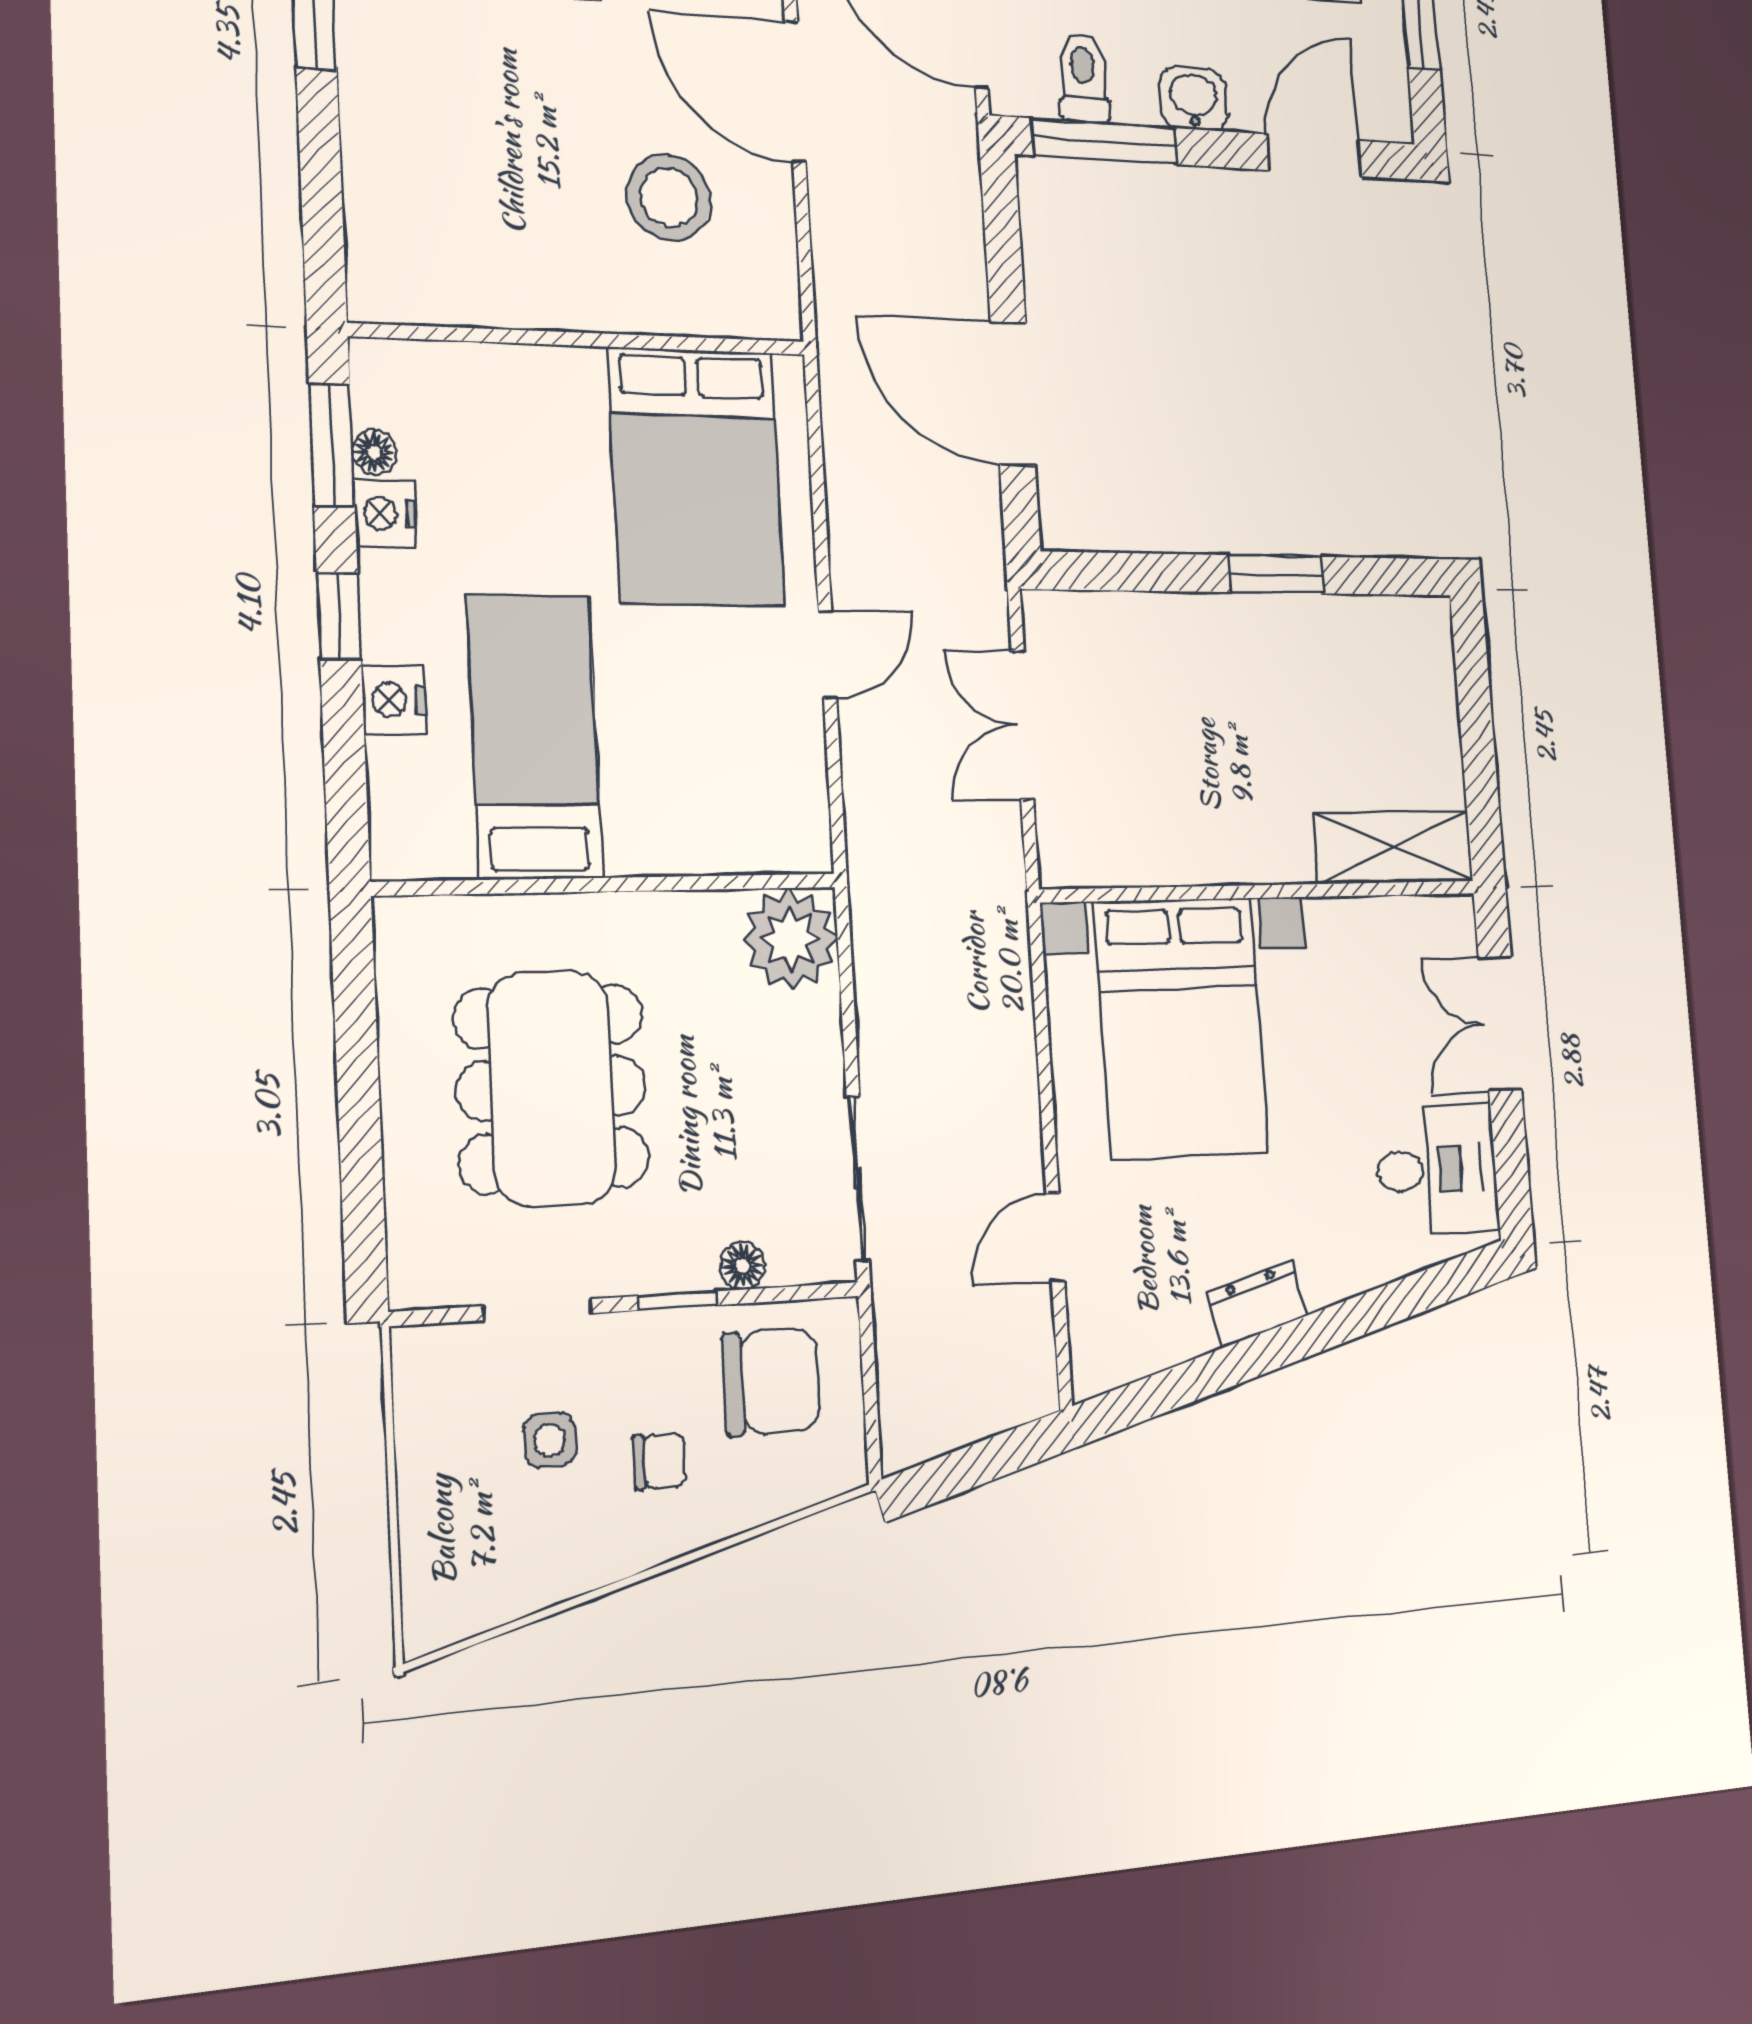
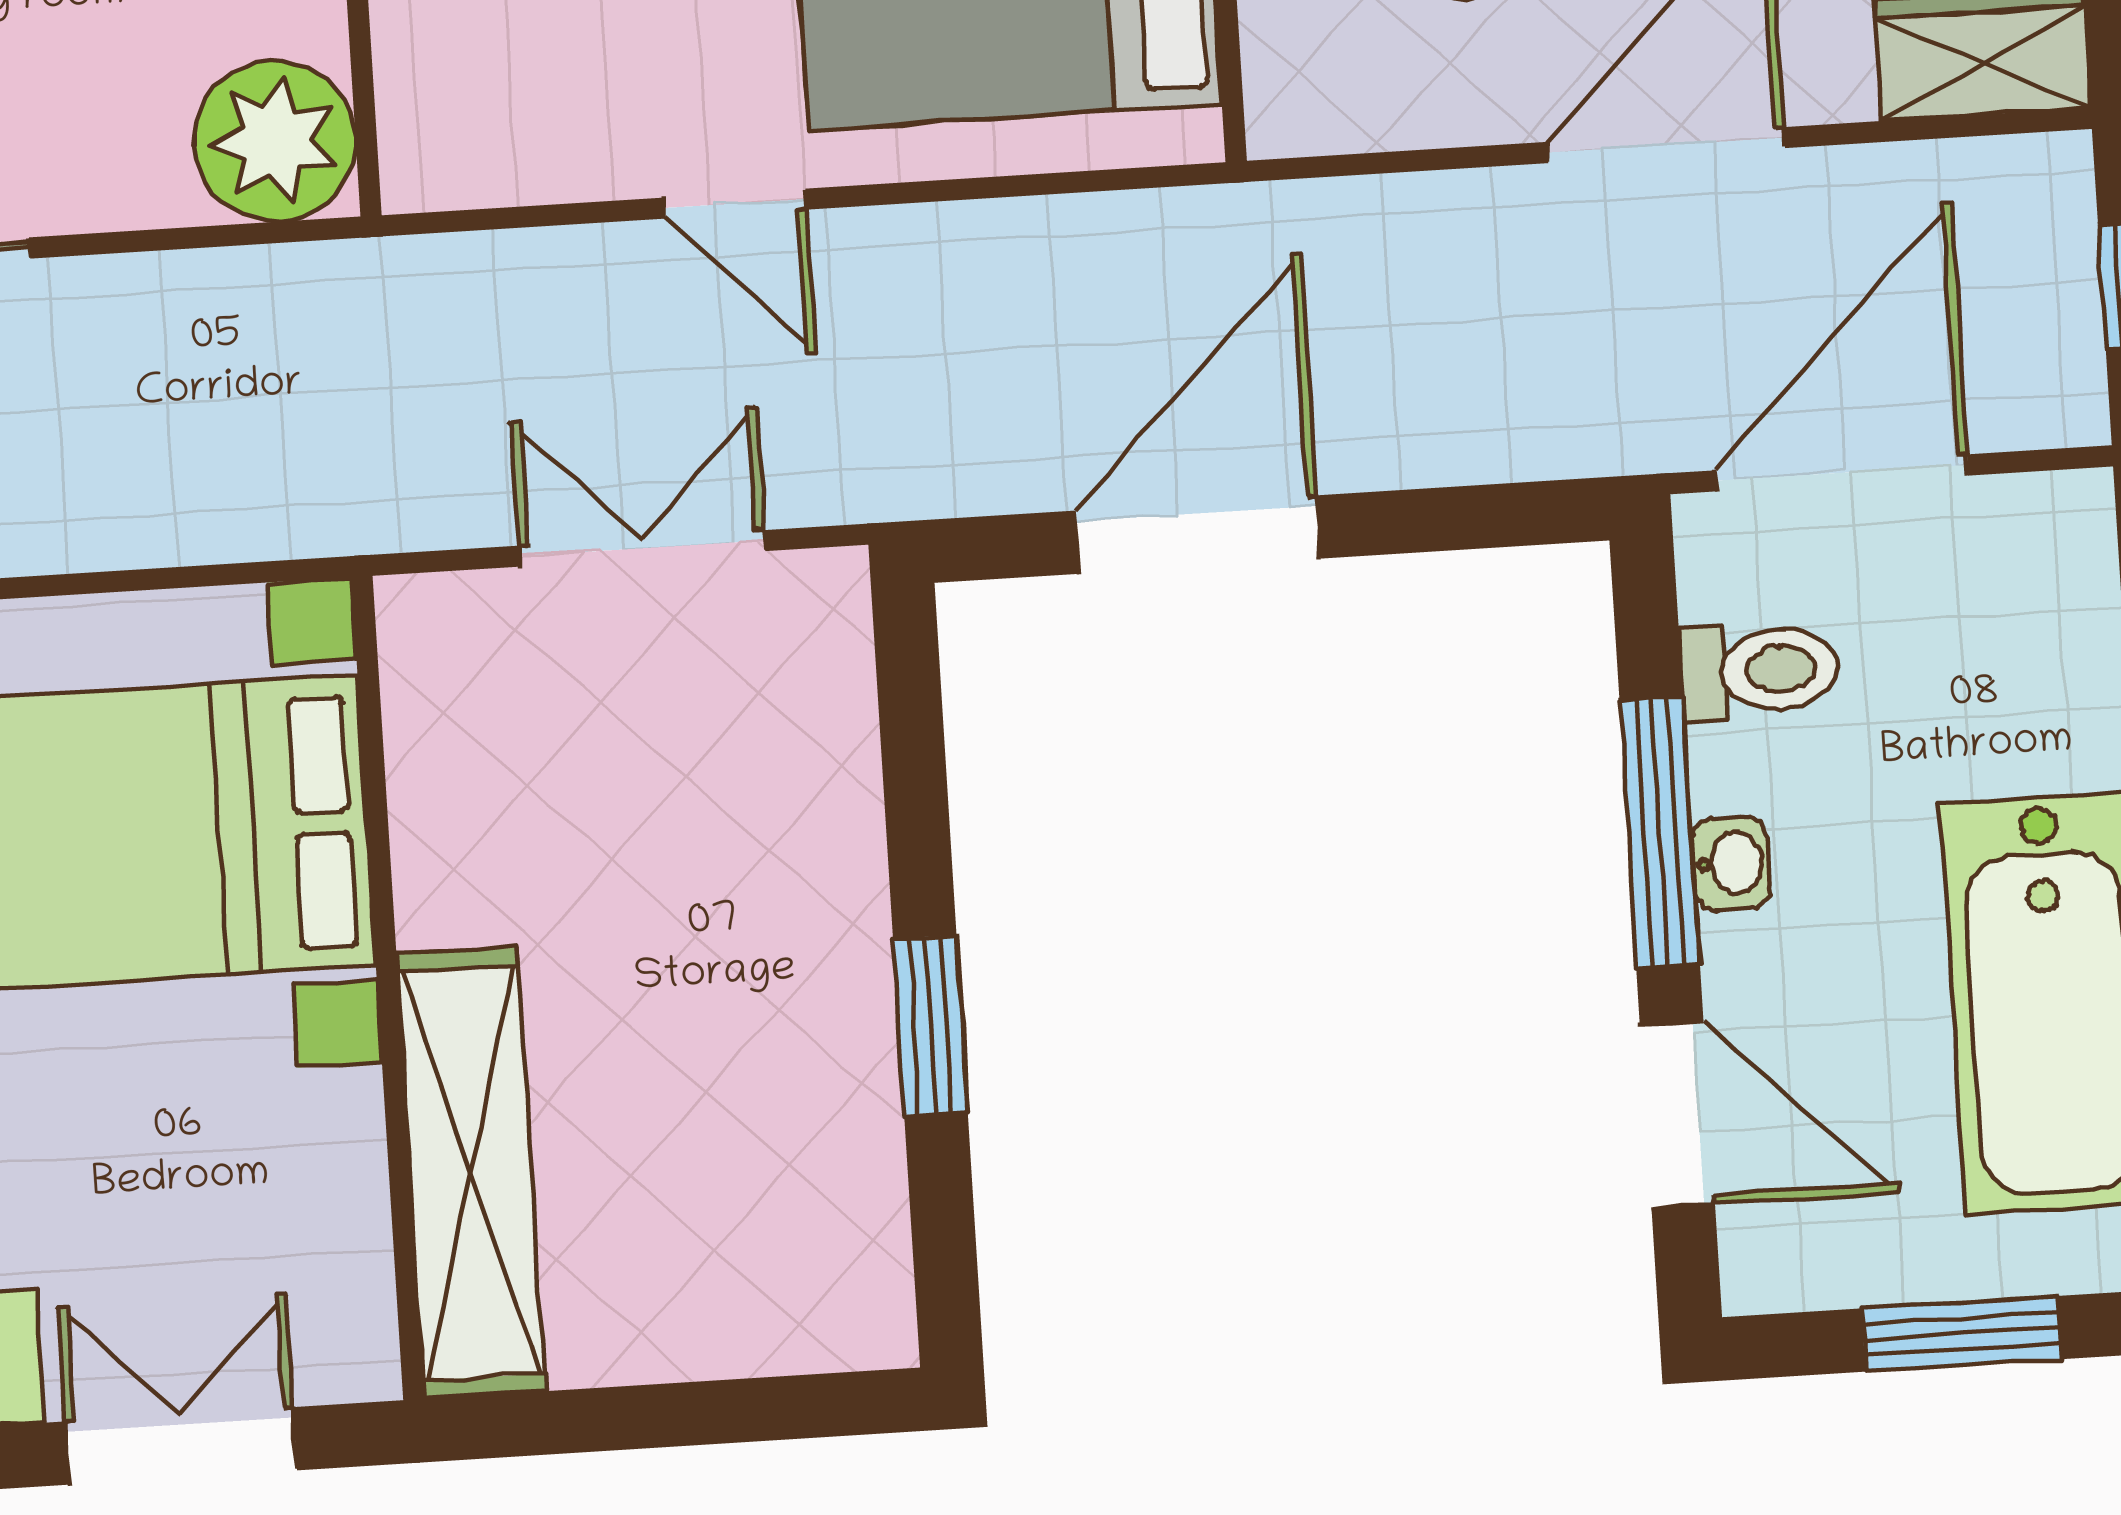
washbasin: (1194, 99) -> (1731, 864), width x0.72, depth x0.69
window: (1105, 141) -> (1660, 833), moved
shelving: (1393, 847) -> (471, 1173), width x1.47

